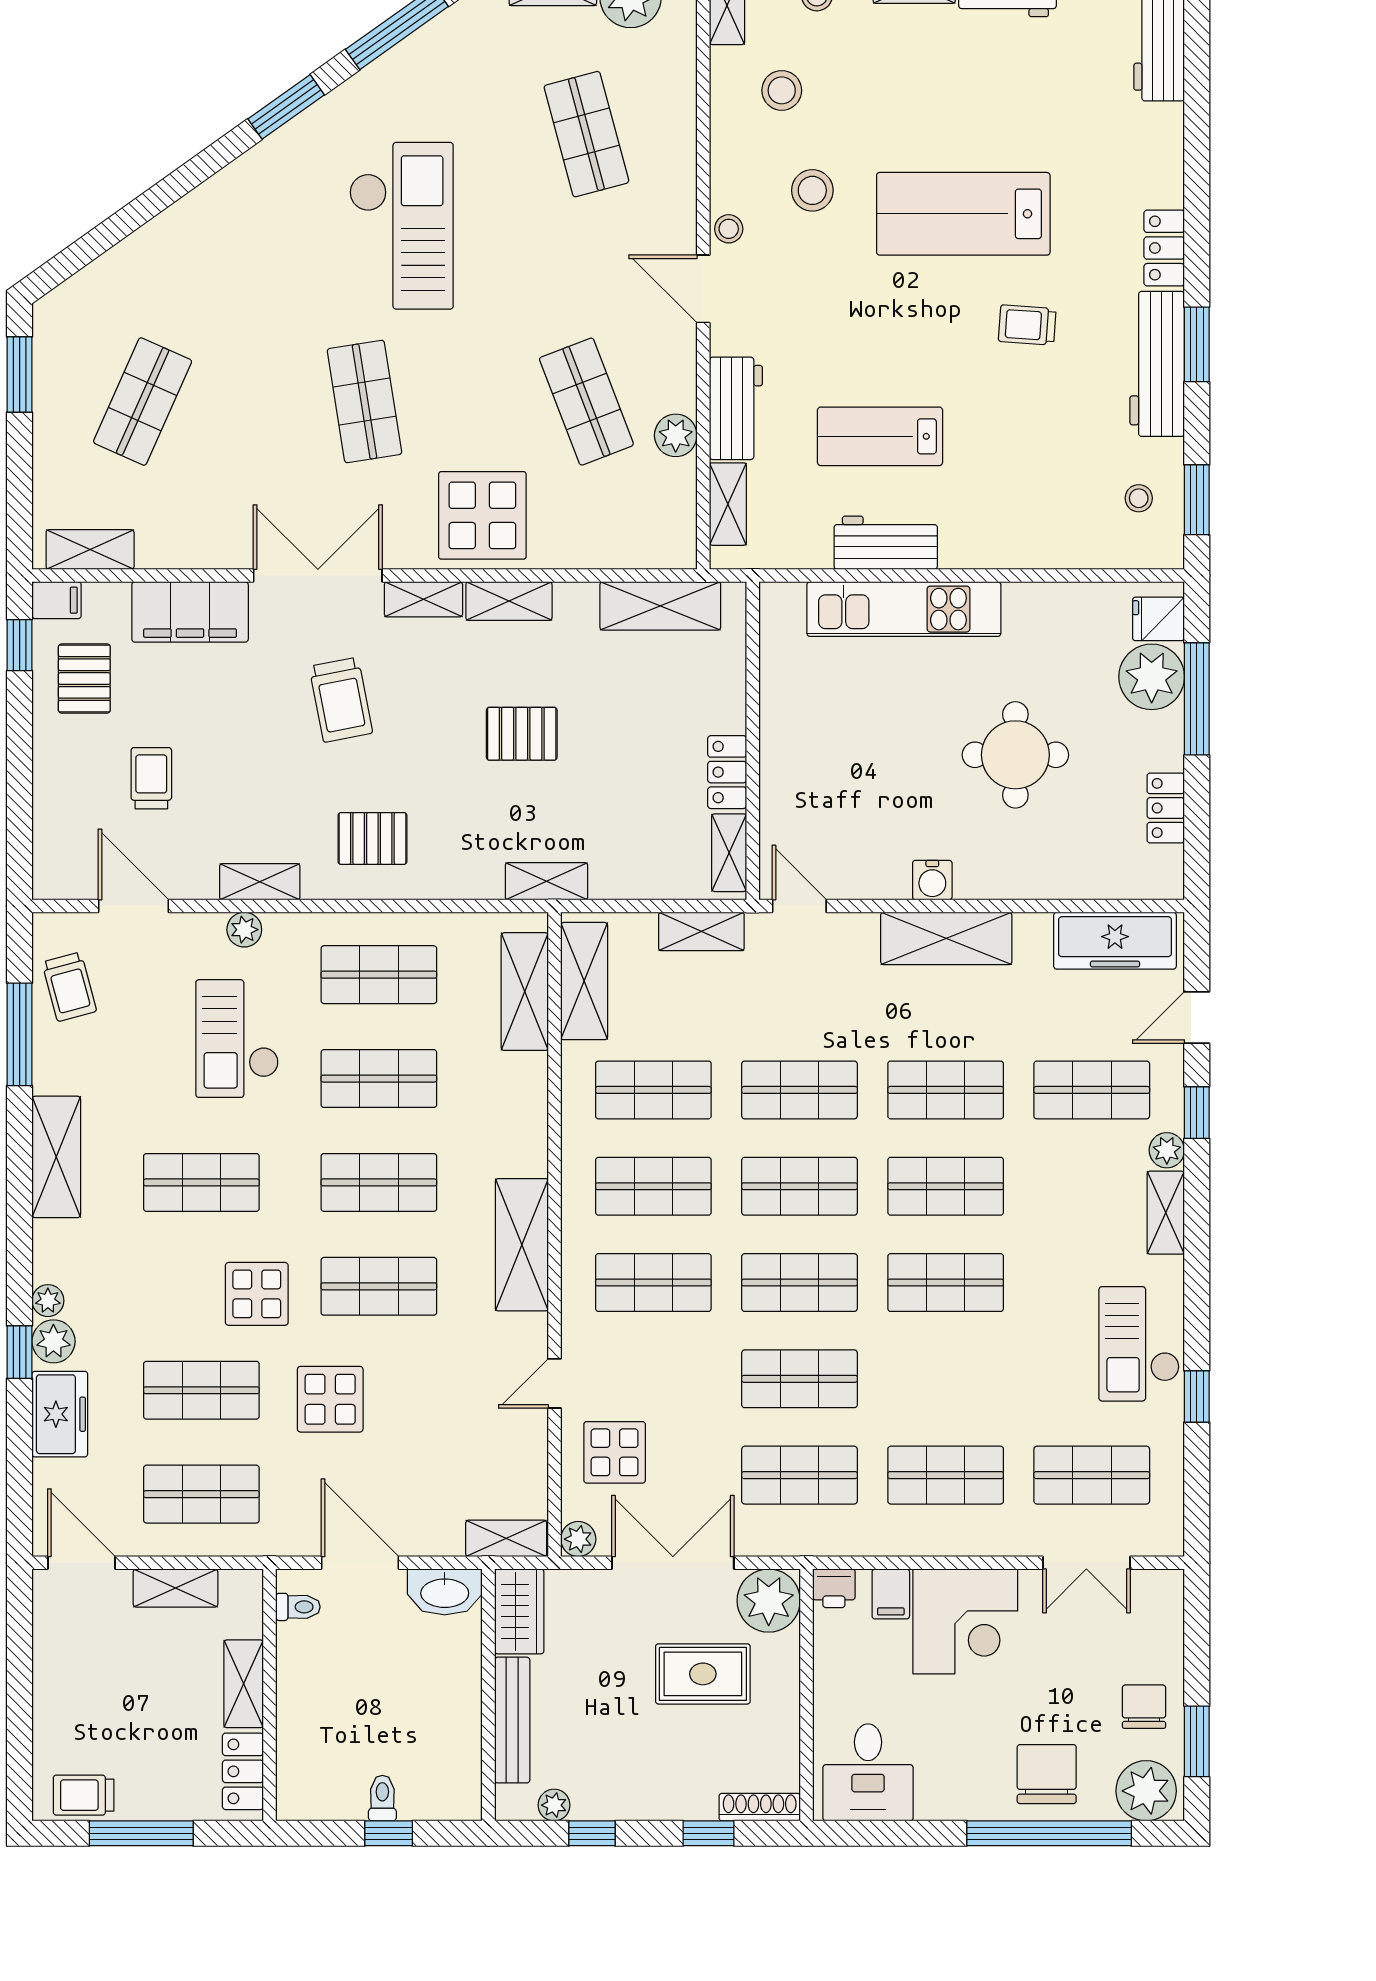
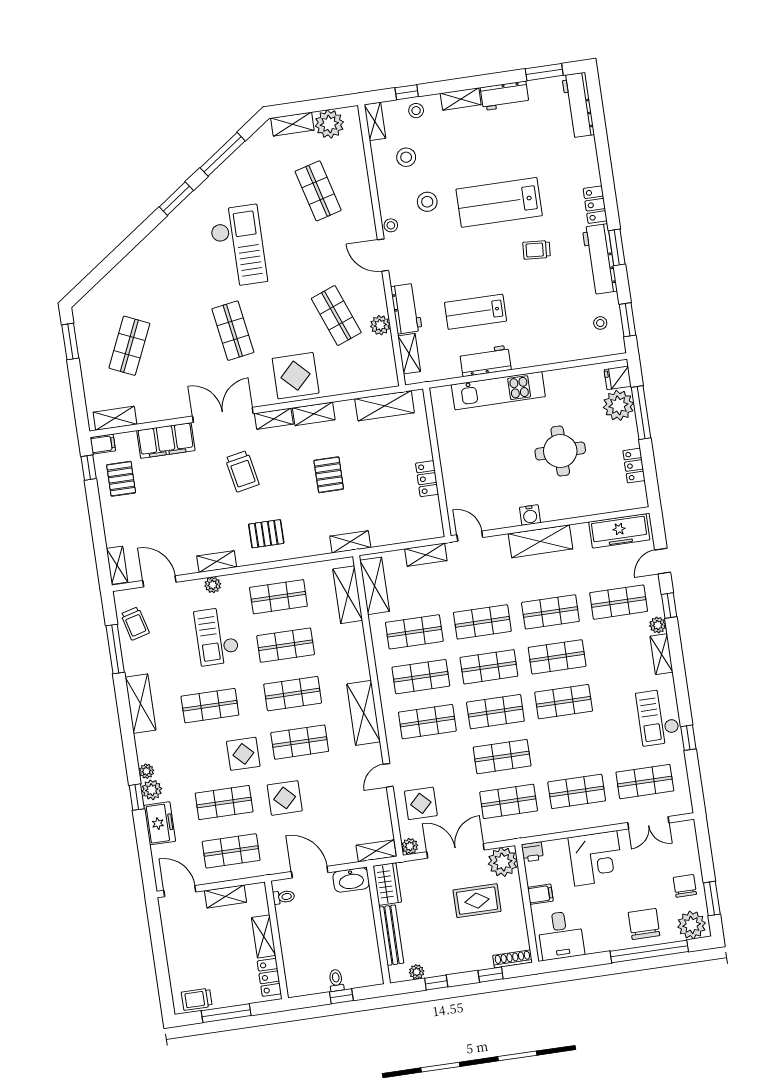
pallet: (522, 734) -> (329, 475), turned 90
trolley: (151, 778) -> (159, 521), removed
shelving: (729, 853) -> (117, 565), moved
filing cabinet: (891, 1594) -> (540, 894), moved, turned -90

